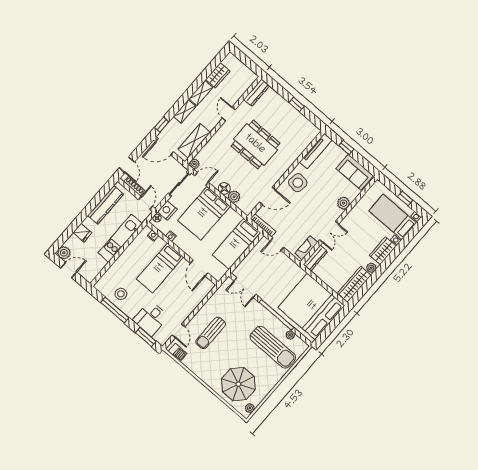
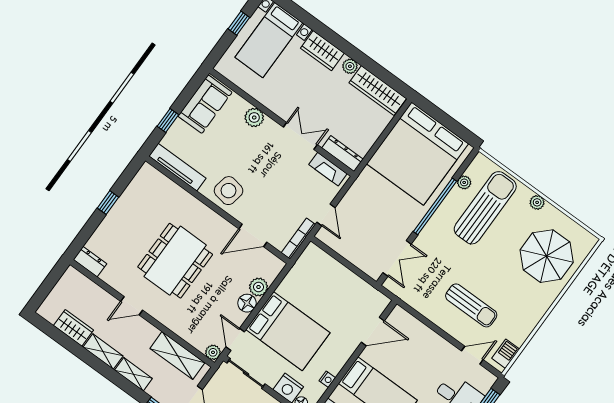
dresser: (257, 93) -> (90, 262), width x0.70
door: (268, 196) -> (253, 235), swing flipped
bed: (236, 244) -> (330, 277), removed
plant: (250, 408) -> (537, 202), moved

